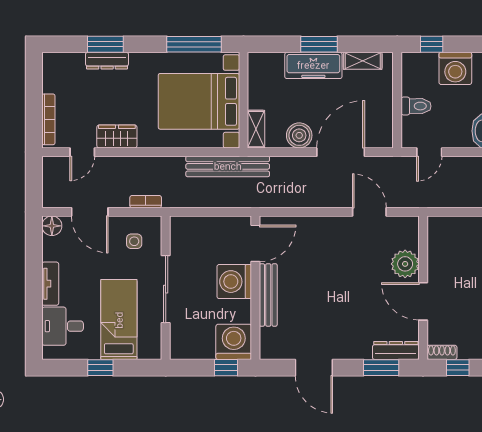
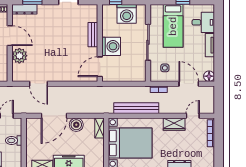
bench: (228, 166) -> (136, 108), moved
bench: (268, 295) -> (93, 35), width x0.73
washing machine: (234, 342) -> (127, 14), moved

